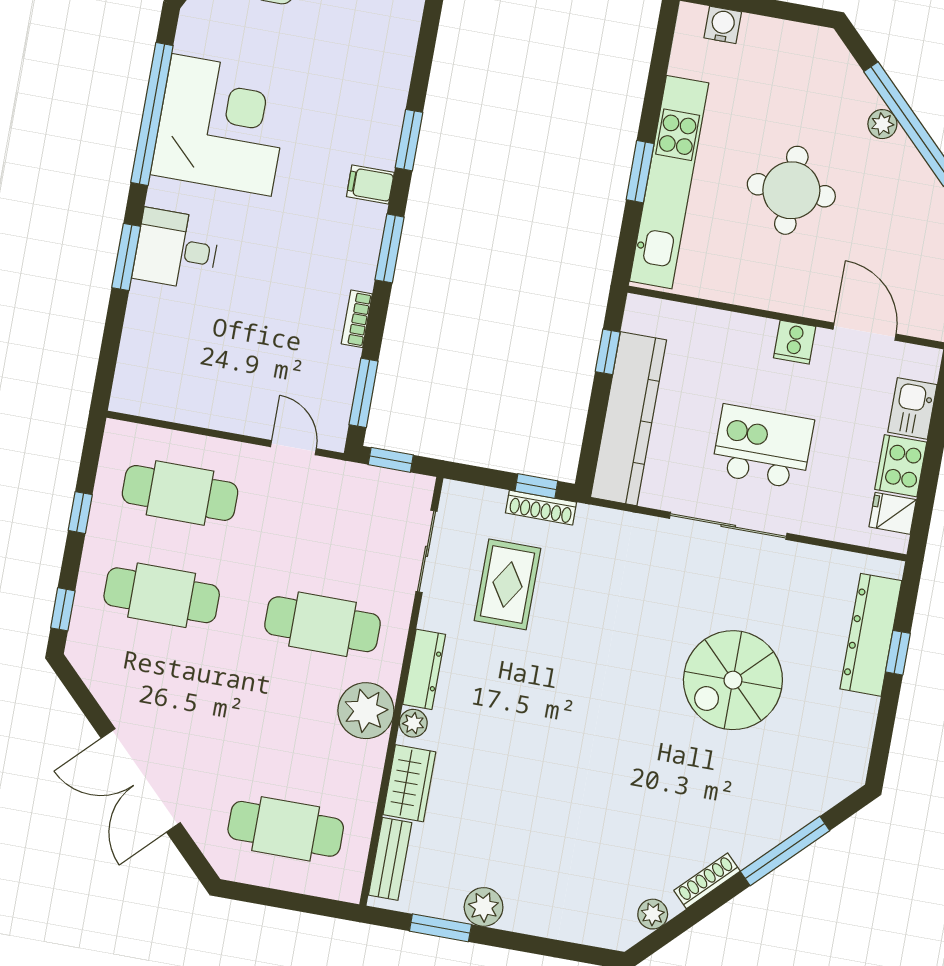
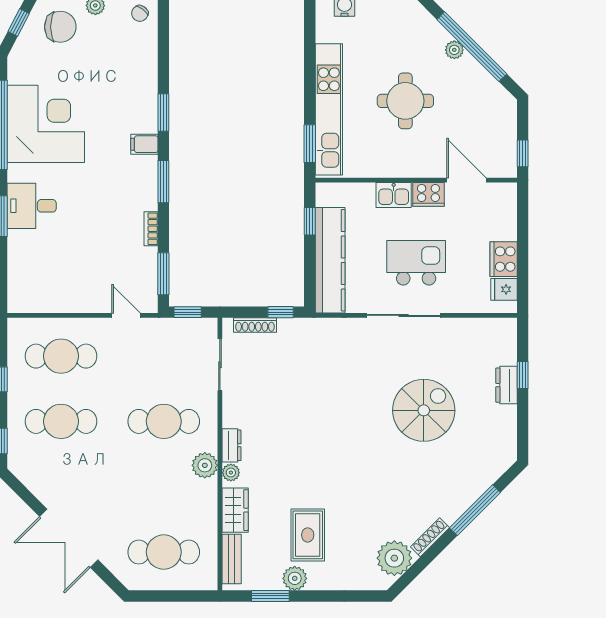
window: (640, 172) -> (310, 144), moved
cooker: (795, 342) -> (428, 194), width x1.36
kitchen sink: (912, 408) -> (394, 195), moved, turned -90
shoe rack: (541, 508) -> (255, 325), moved
rug: (507, 584) -> (308, 535), moved
dresser: (871, 635) -> (507, 385), width x0.51, depth x0.80
dresser: (424, 669) -> (232, 445), width x0.70
spiral stairs: (733, 680) -> (424, 410), turned 180
plant: (366, 711) -> (205, 465), width x0.73, depth x0.73
plant: (653, 914) -> (394, 558), width x1.88, depth x1.88

